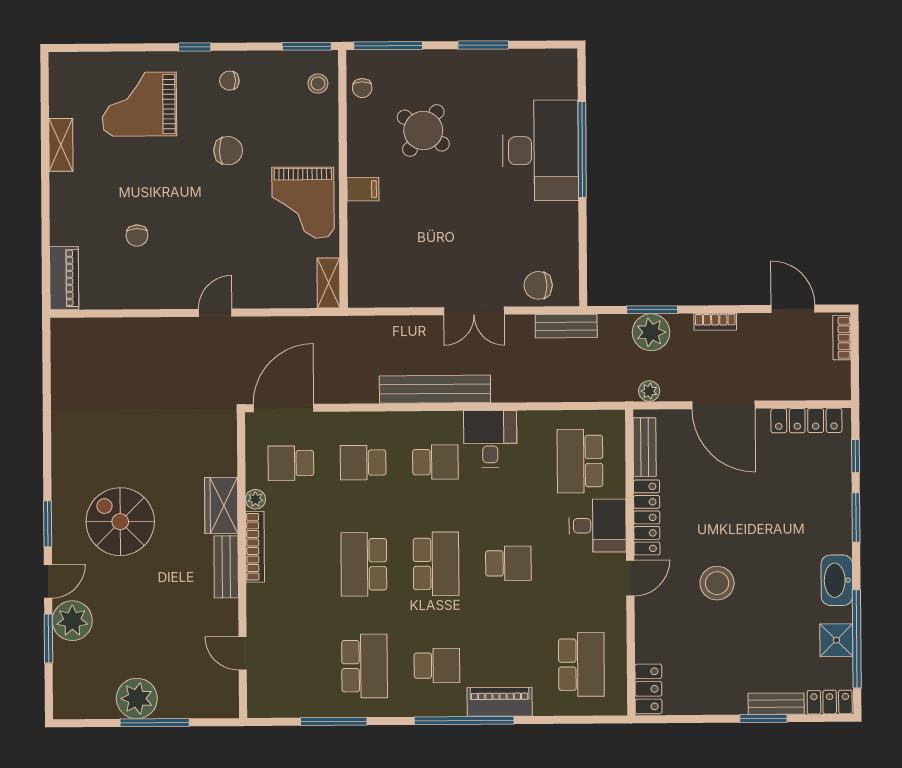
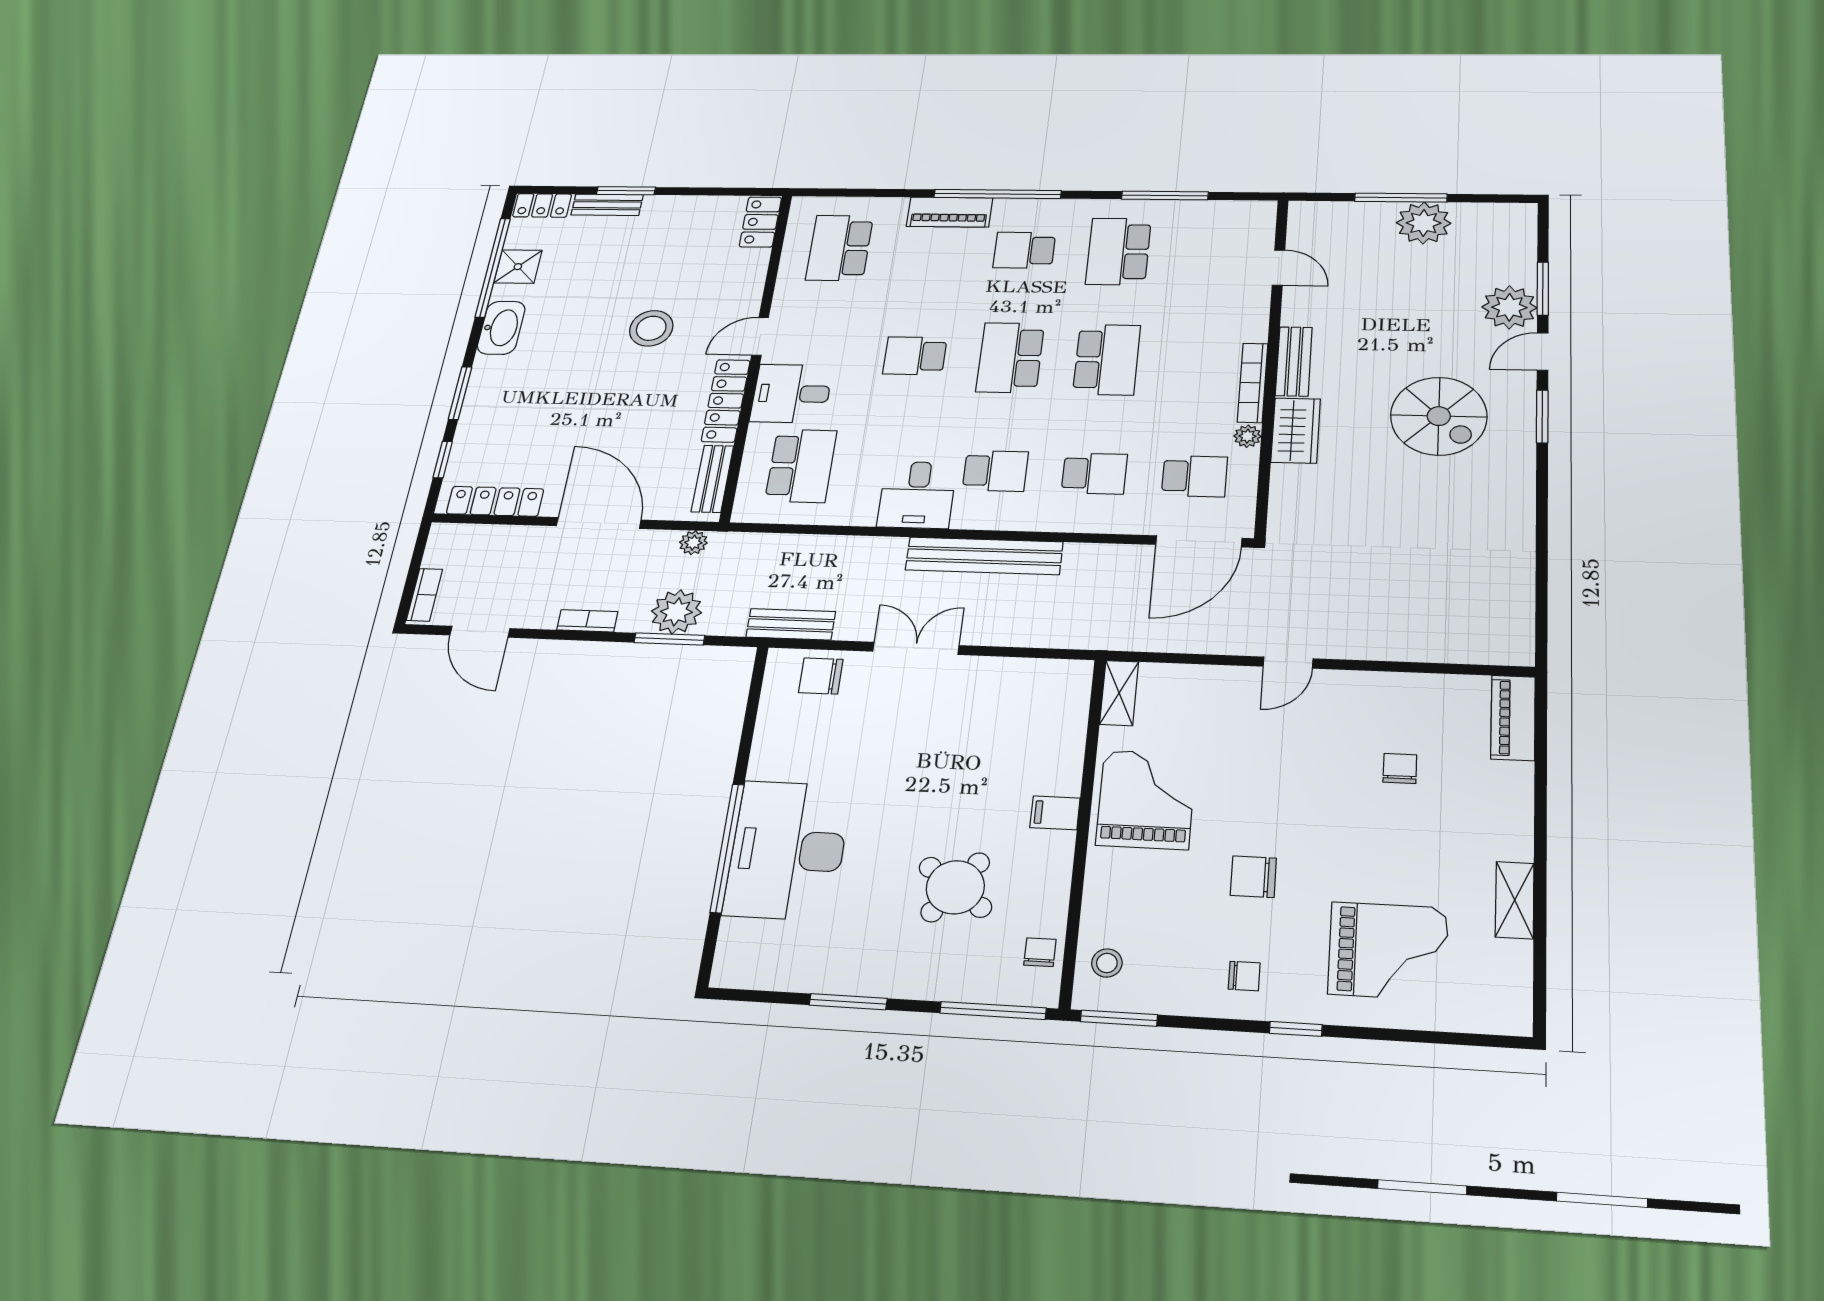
chair: (538, 285) -> (821, 676), turned 180
school desk: (435, 462) -> (995, 471), turned 180

